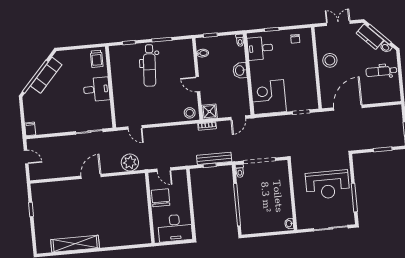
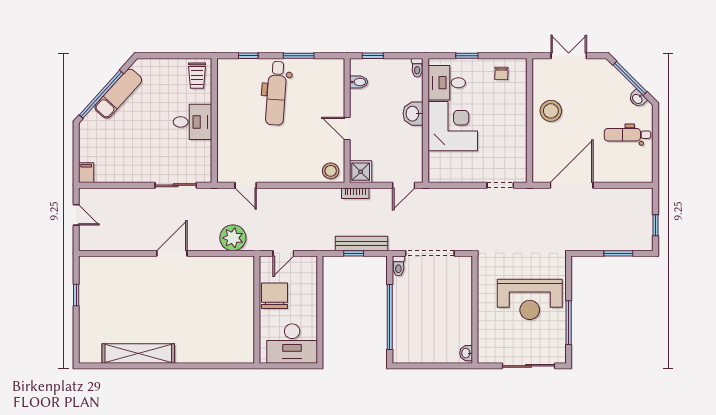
kitchen counter: (370, 37) -> (615, 81), removed
corner desk: (269, 97) -> (453, 126), moved, turned 90
door: (164, 170) -> (283, 253), hinge flipped

